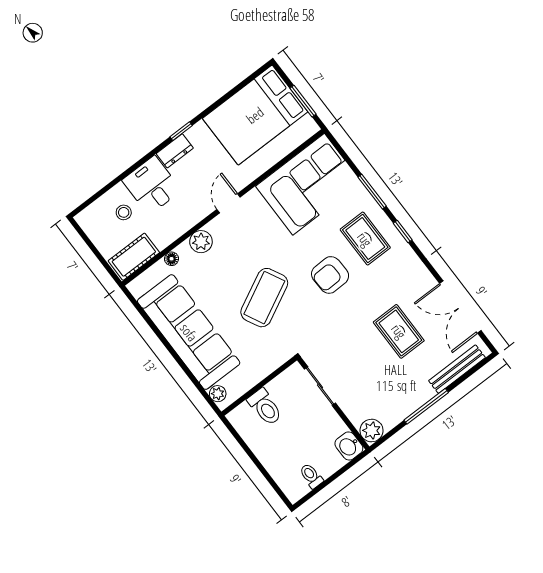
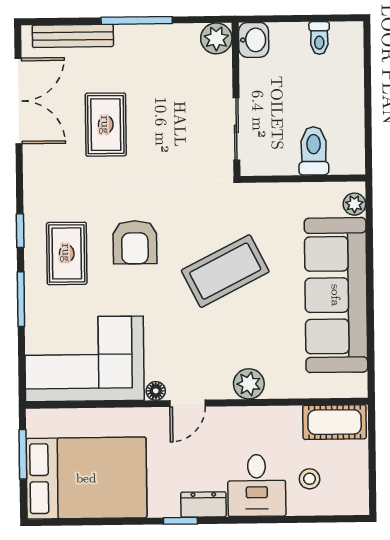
floor lamp: (172, 259) -> (156, 391), moved
armchair: (330, 275) -> (135, 242), turned 92

